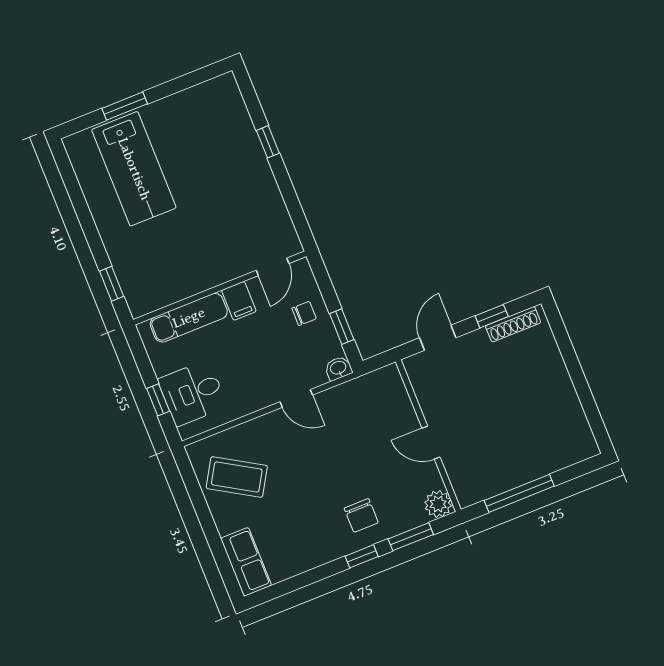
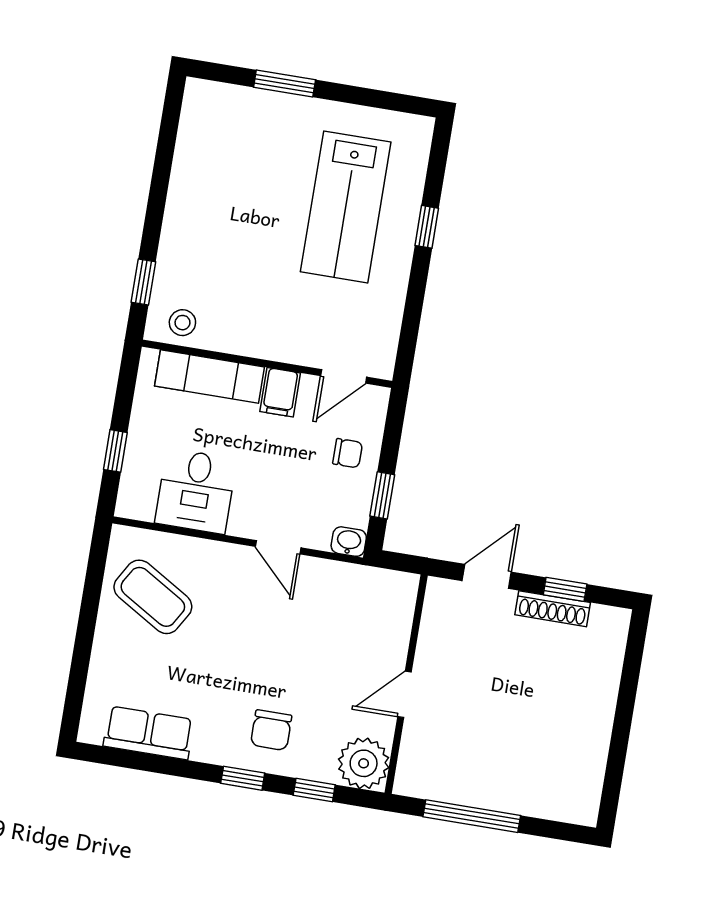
lab bench: (134, 169) -> (346, 207), moved
stool: (151, 294) -> (182, 323), added
shoe rack: (513, 324) -> (553, 609), moved
desk: (192, 393) -> (196, 491), moved, turned -90
door: (431, 443) -> (405, 694), hinge flipped
plant: (438, 504) -> (364, 763), width x1.36, depth x1.36
window: (411, 537) -> (314, 790), width x0.67
row of seats: (246, 562) -> (149, 733), moved, turned -90

